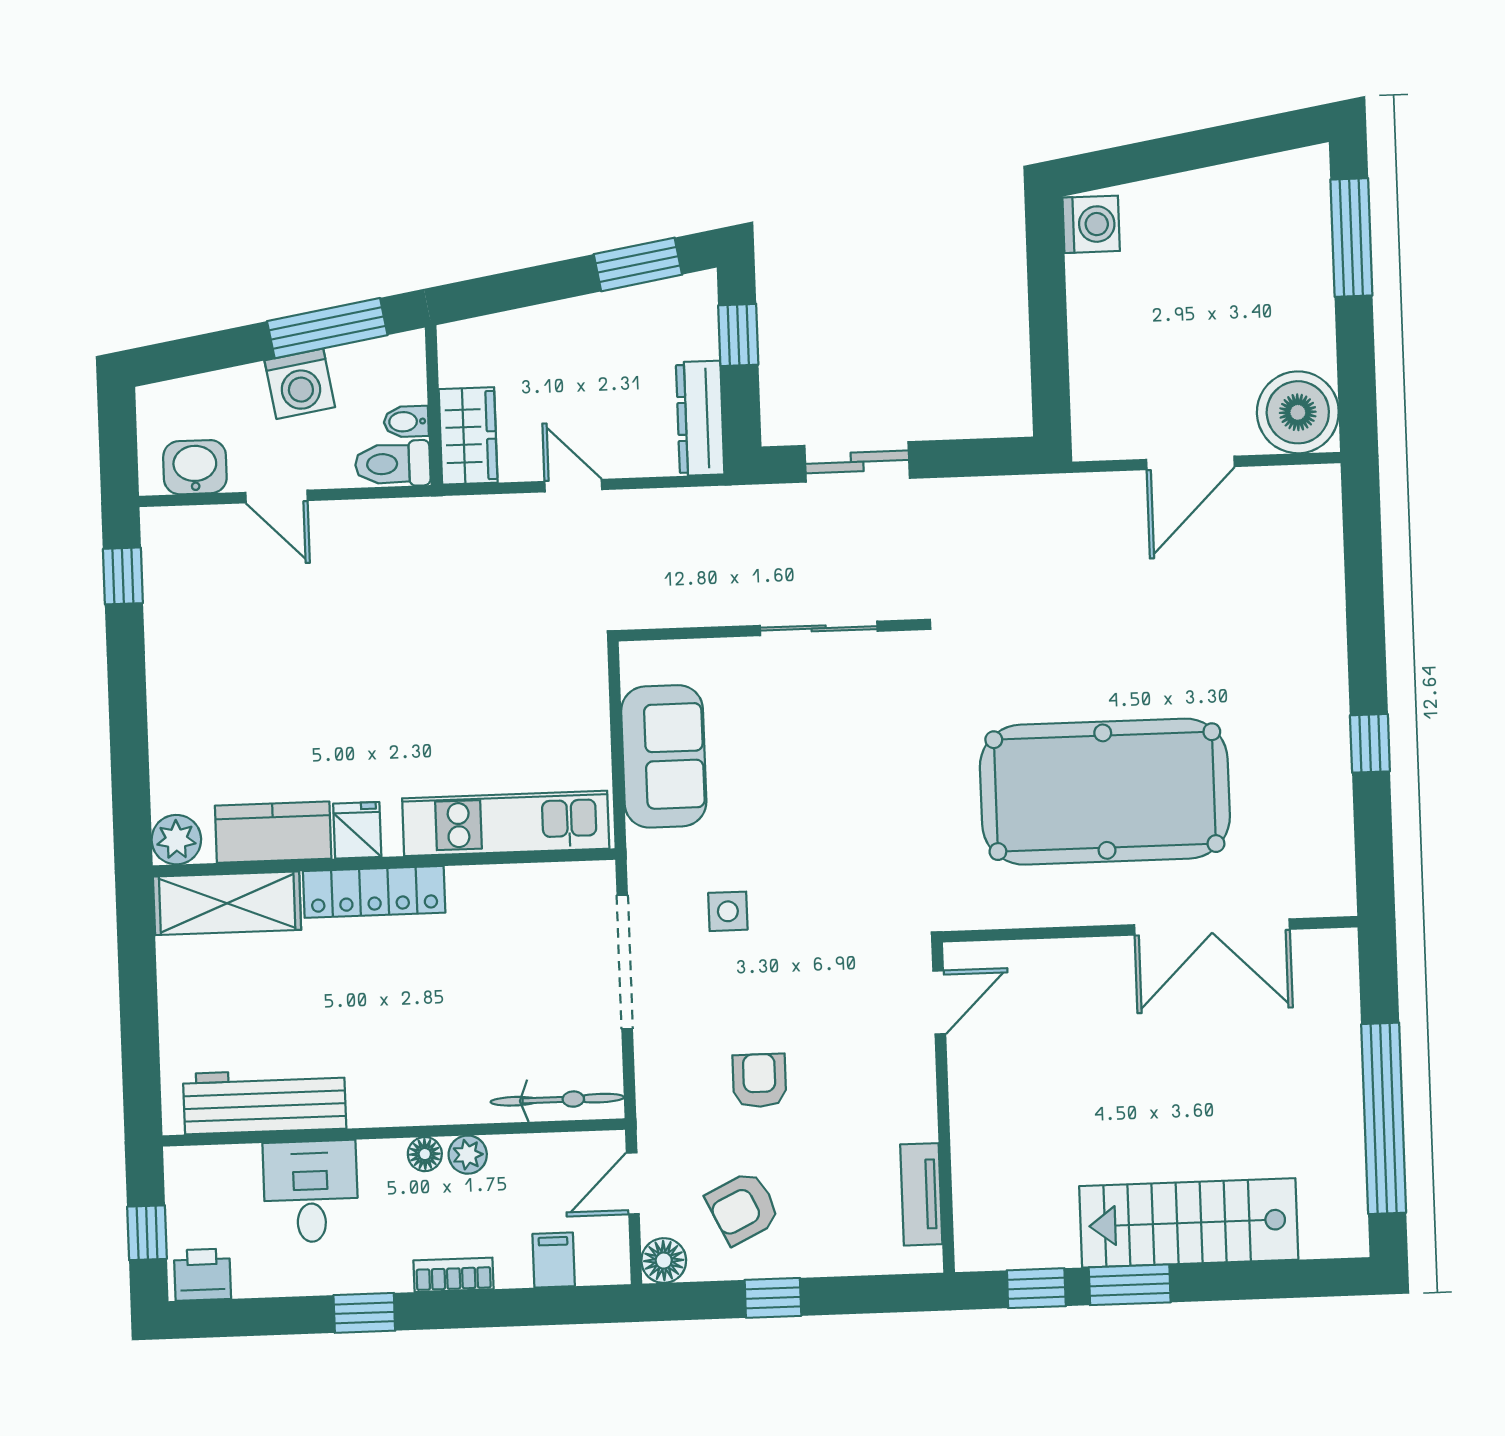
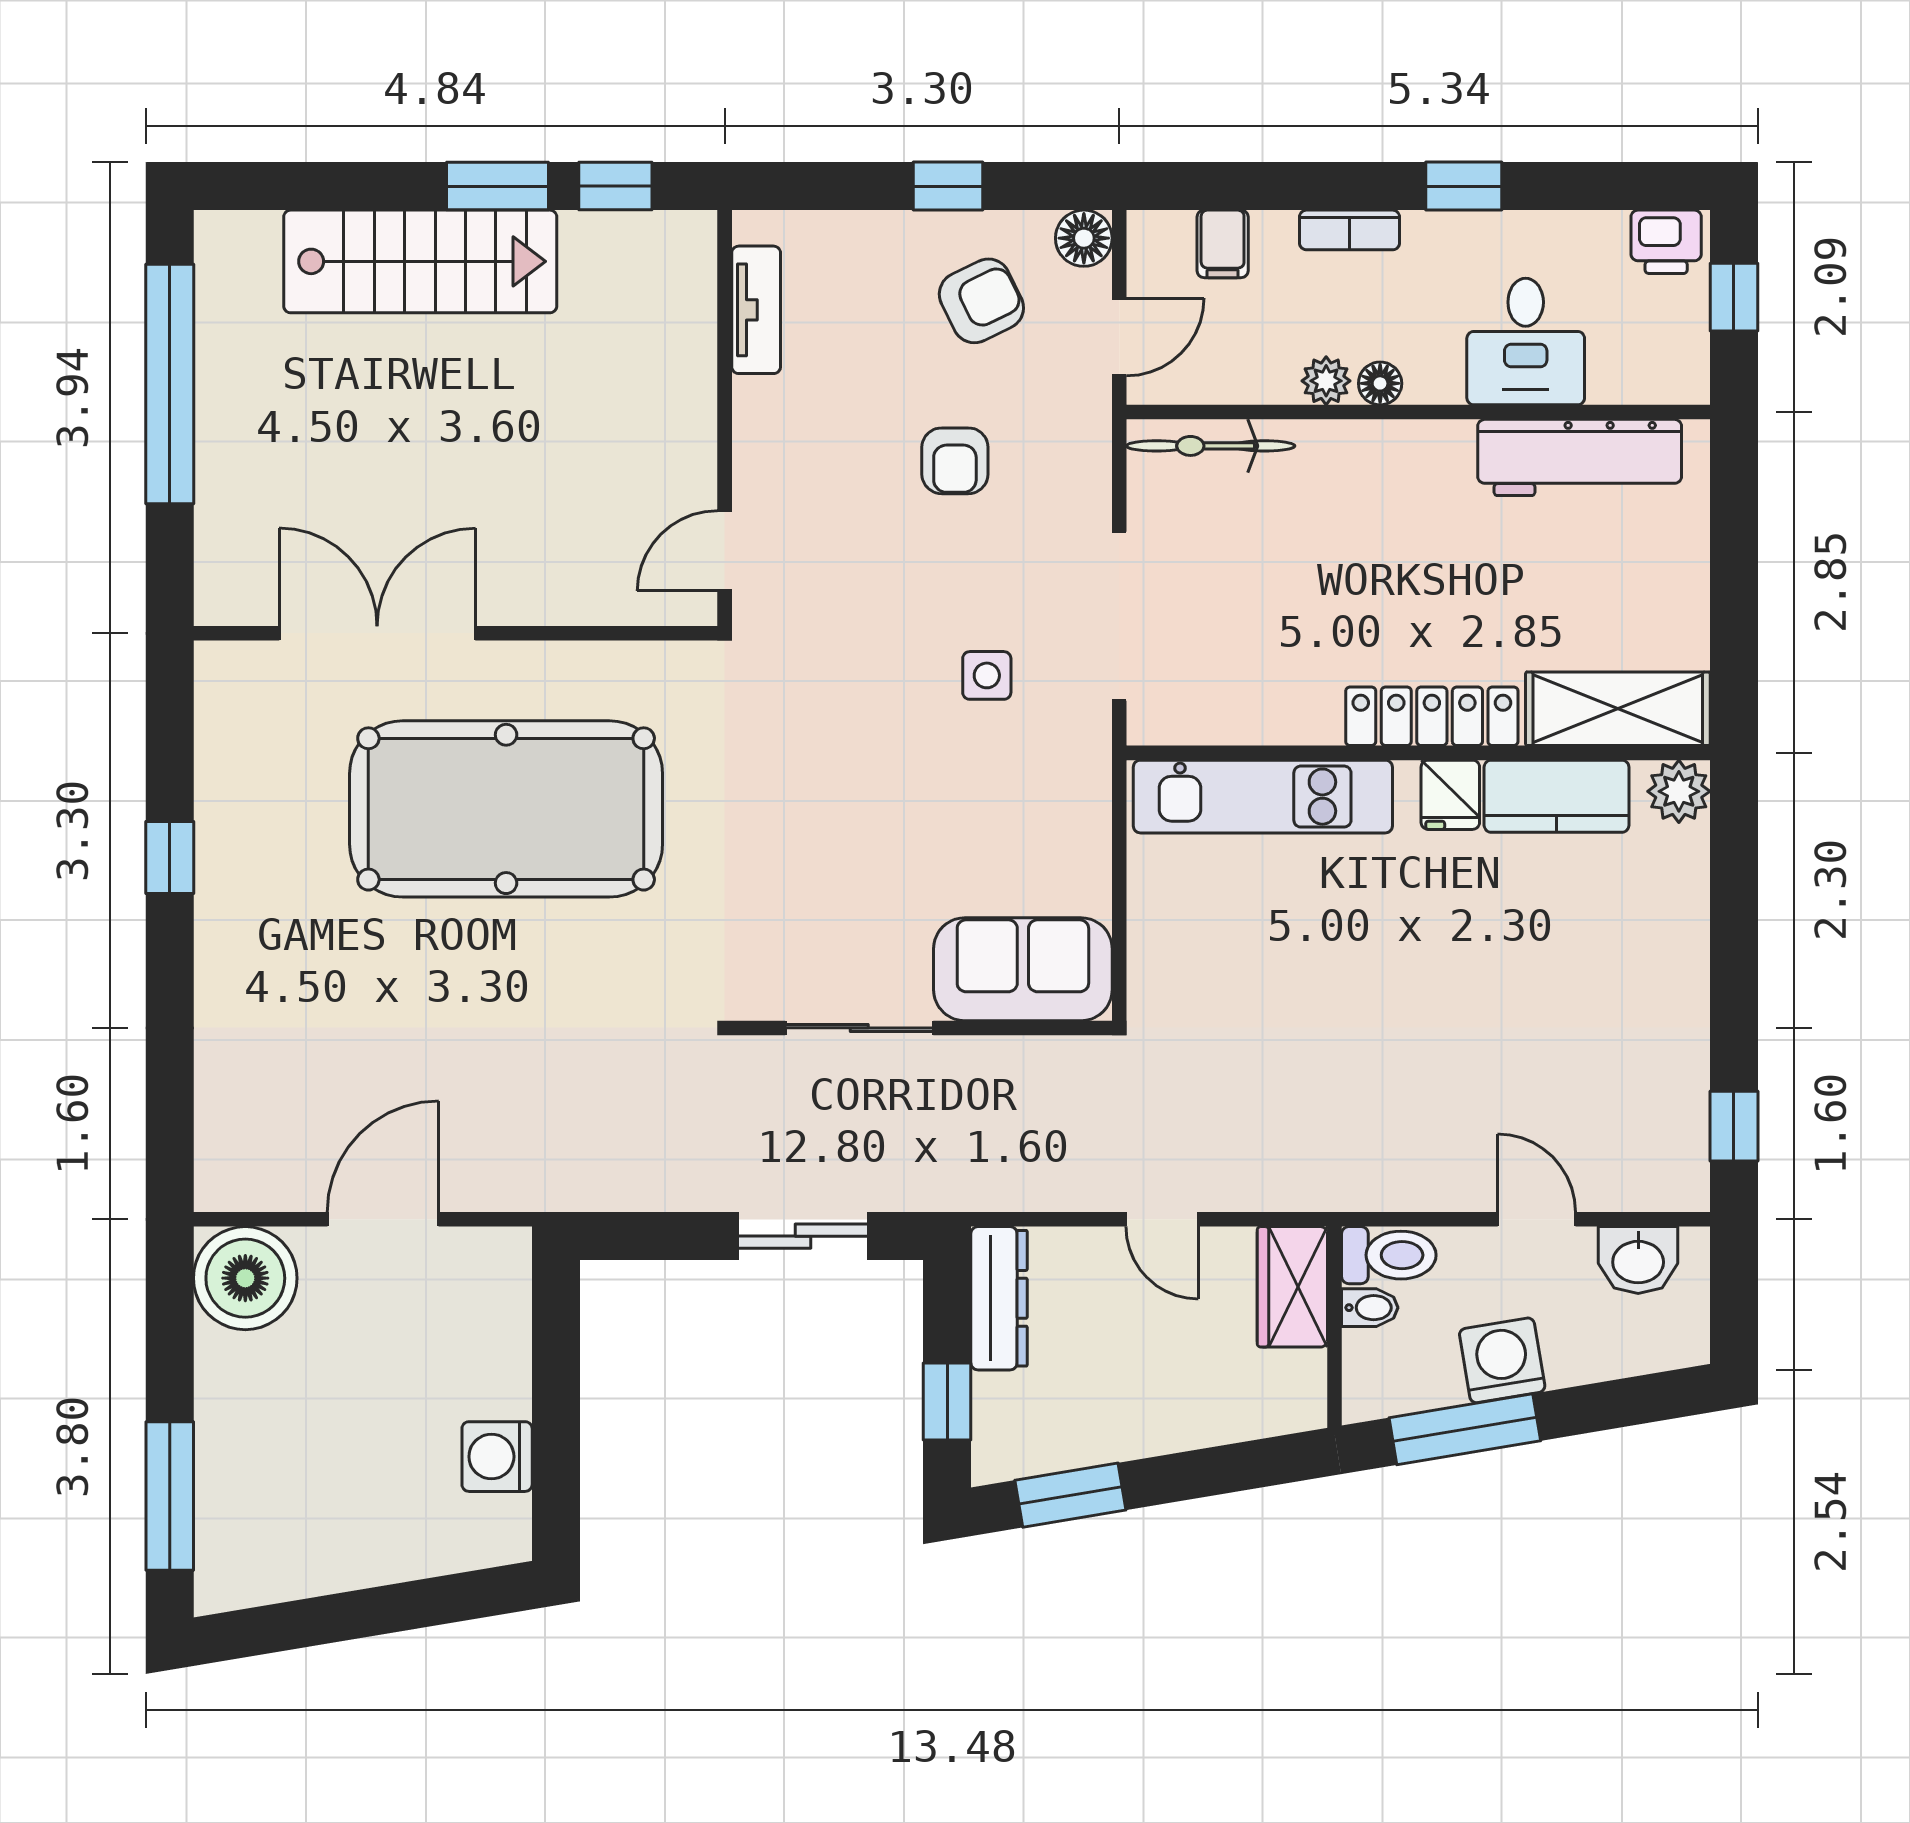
washing machine: (1091, 224) -> (497, 1457), moved
sofa: (664, 756) -> (1023, 969), moved, turned 90

